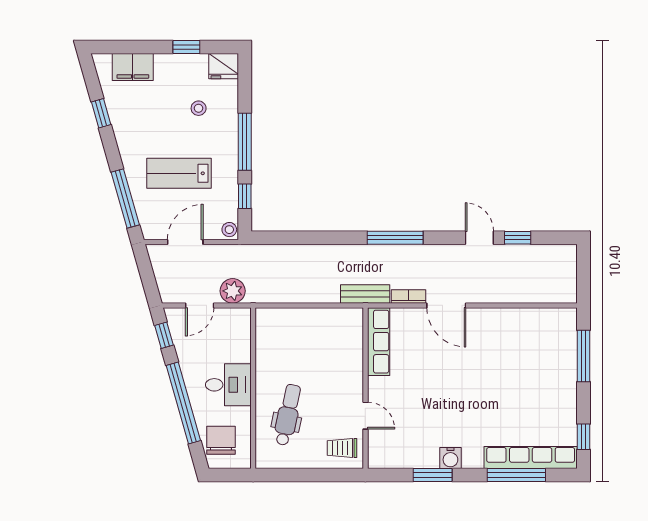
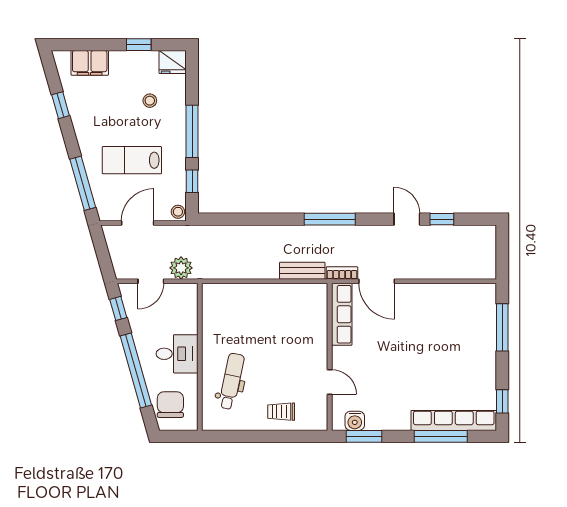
row of seats: (379, 342) -> (342, 314), moved
wall: (365, 388) -> (330, 357), moved
door: (365, 416) -> (330, 382), moved
water cooler: (450, 458) -> (355, 421), moved

